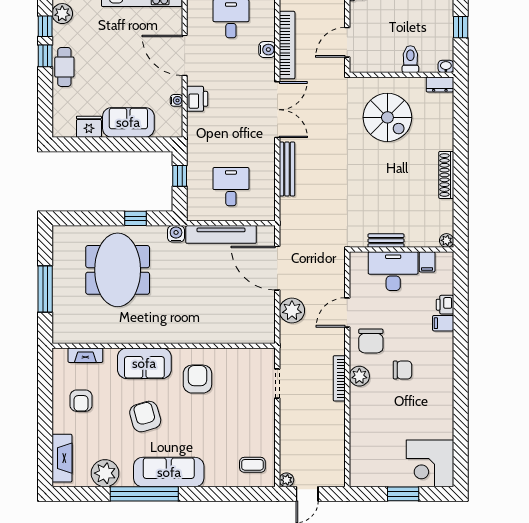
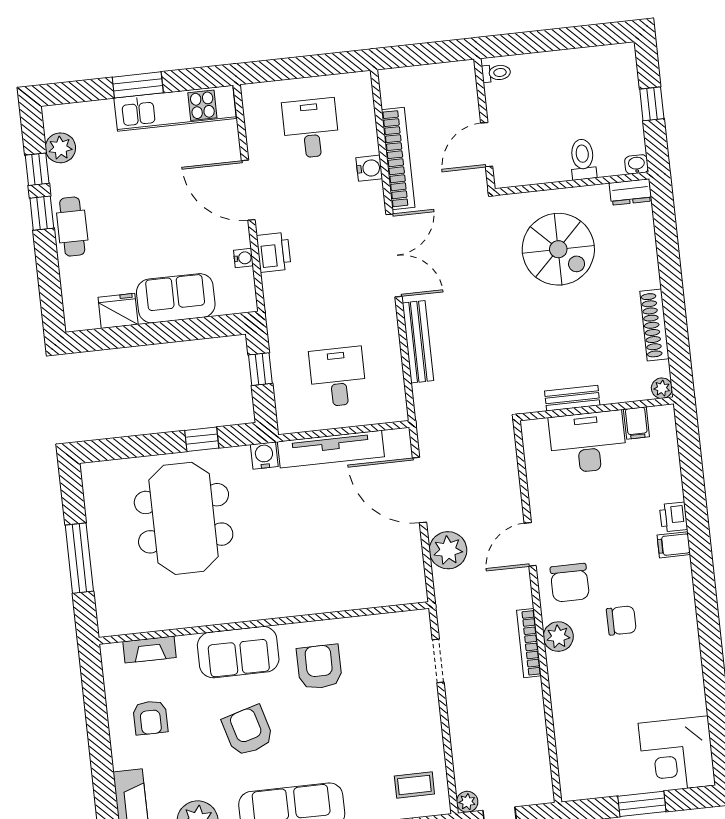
plant: (447, 240) -> (662, 388), moved
bench: (386, 241) -> (572, 398), moved
wall: (401, 250) -> (597, 409), moved
filing cabinet: (427, 262) -> (636, 423), moved
desk: (393, 271) -> (588, 442), moved

